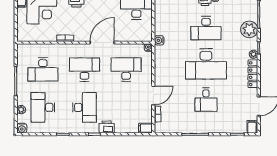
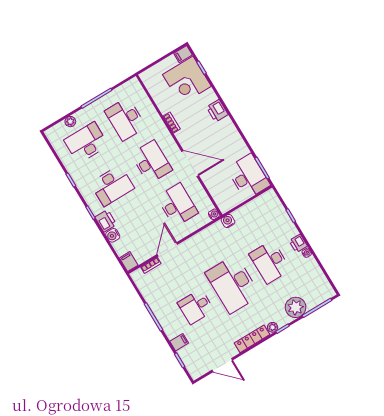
door: (153, 95) -> (167, 249), swing flipped
filing cabinet: (252, 127) -> (179, 342), moved
water cooler: (22, 128) -> (113, 235), moved

